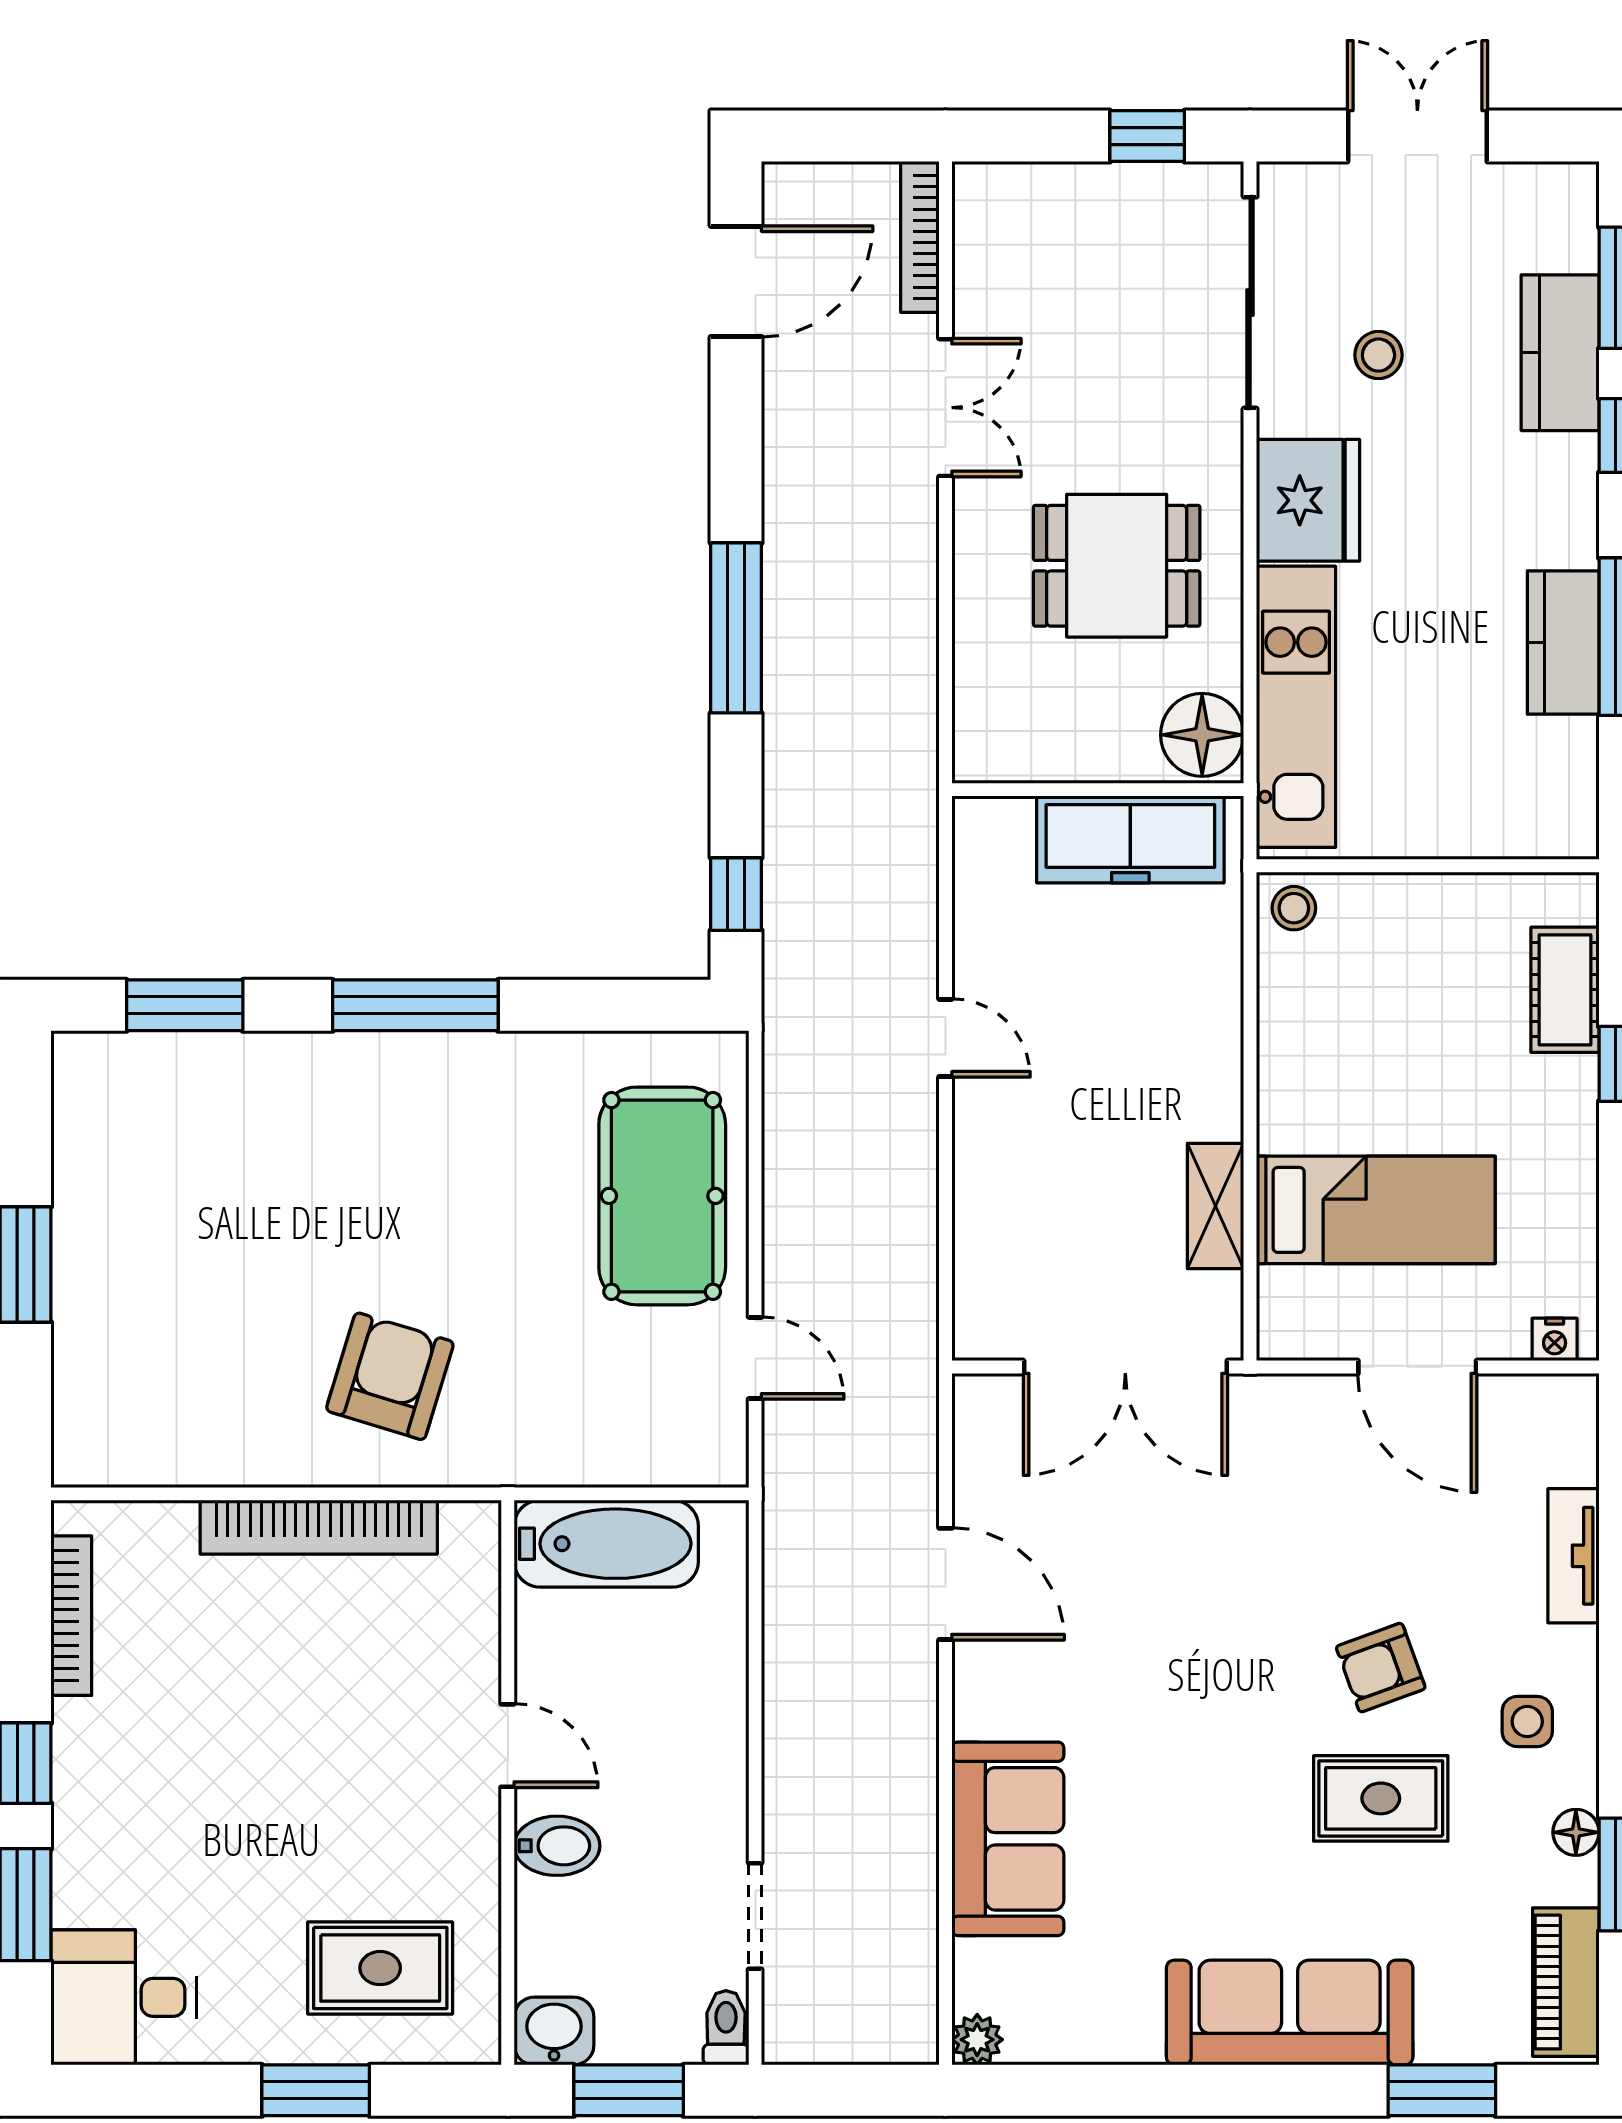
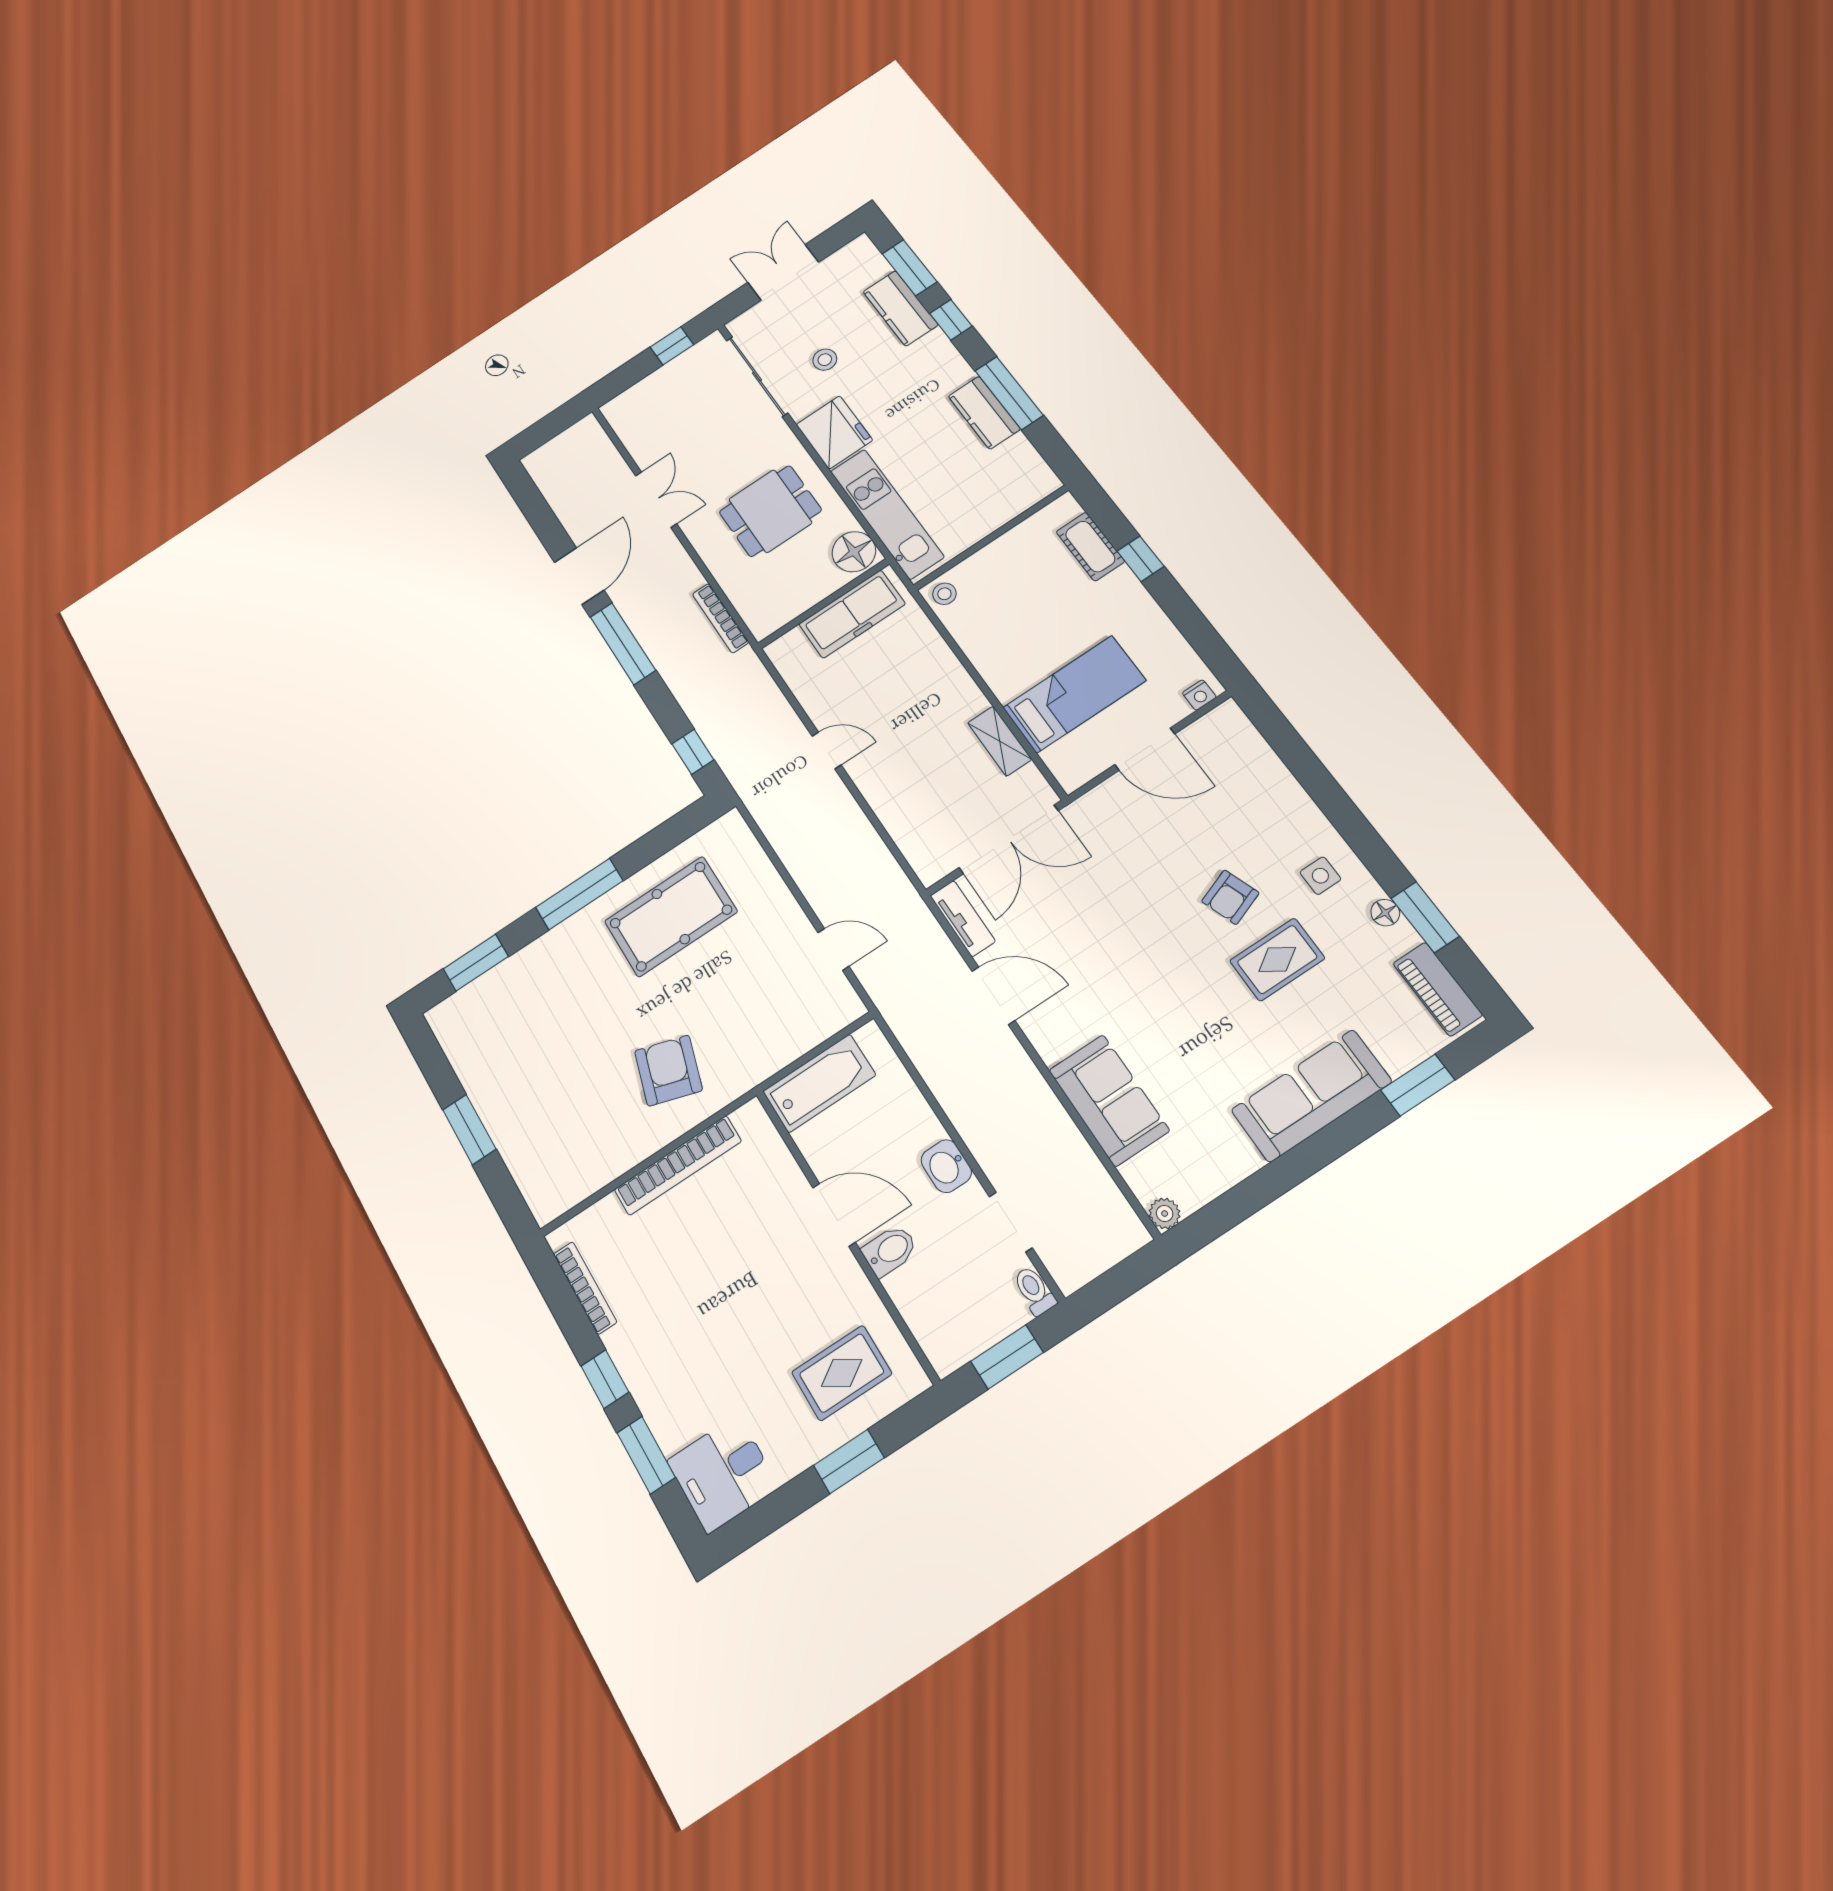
bookcase: (920, 237) -> (720, 618), moved
door: (736, 281) -> (579, 576), moved
pool table: (662, 1196) -> (671, 916), moved, turned 90
tv unit: (1573, 1556) -> (963, 918), moved, turned 180
door: (508, 1746) -> (834, 1215), width x1.38
washbasin: (554, 2031) -> (946, 1166), moved, turned -90

